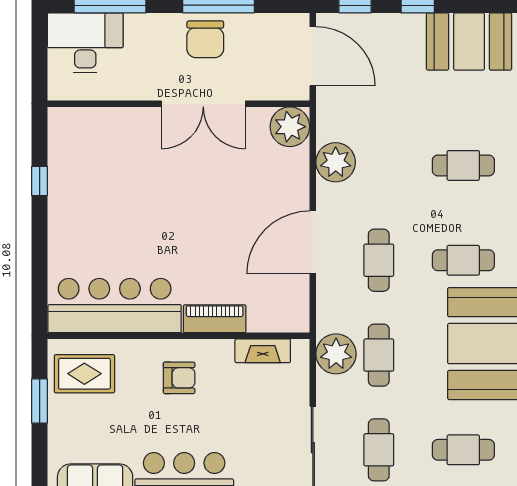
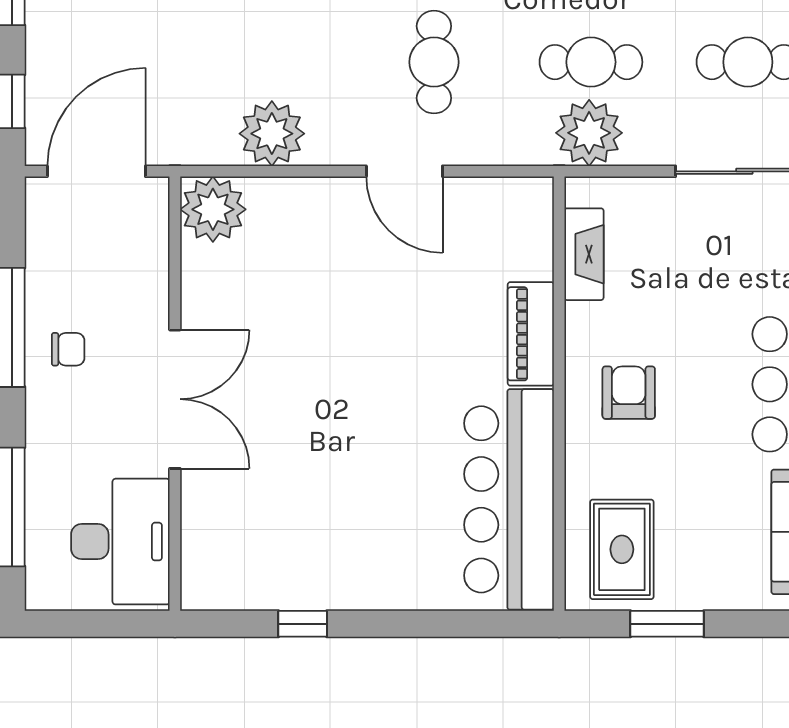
chair: (205, 39) -> (68, 349), width x0.54, depth x0.54
desk: (85, 43) -> (120, 542), moved, turned 180
double door: (203, 104) -> (175, 399), moved
door: (313, 242) -> (404, 171), width x0.73
cafe table: (379, 260) -> (434, 62), turned 90

